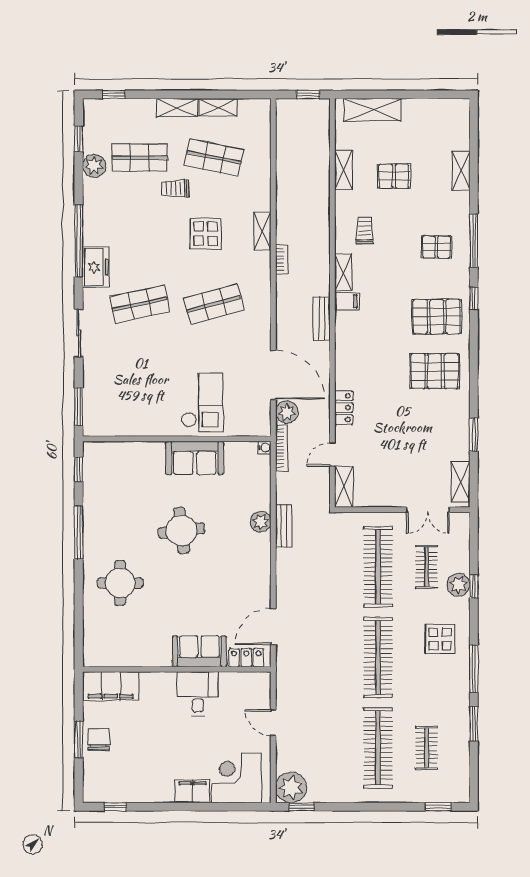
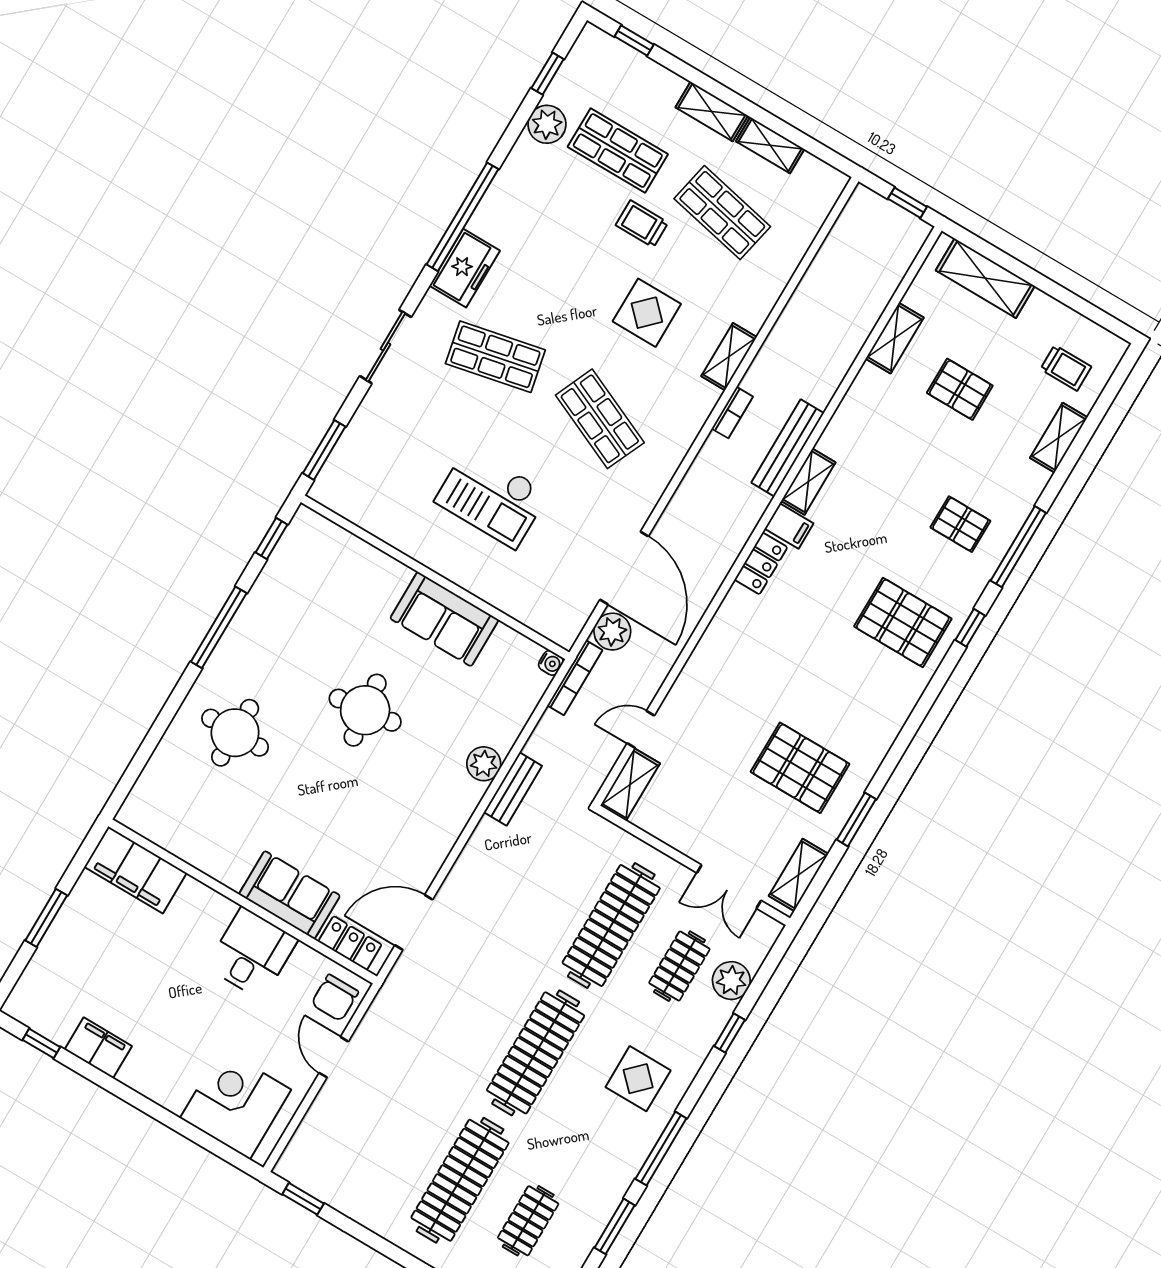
trolley: (365, 230) -> (1066, 368), moved, turned 90
shop shelf: (214, 304) -> (600, 419), turned 39
bench: (322, 318) -> (788, 448), moved, width x1.36
pallet: (435, 371) -> (800, 768), moved
checkout: (202, 402) -> (492, 497), moved, turned 90
locker: (344, 408) -> (761, 563), moved
plant: (458, 585) -> (731, 981), moved
chair: (99, 739) -> (335, 998), moved, turned 180
plant: (291, 788) -> (304, 1163), removed
filing cabinet: (192, 791) -> (98, 1048), moved

